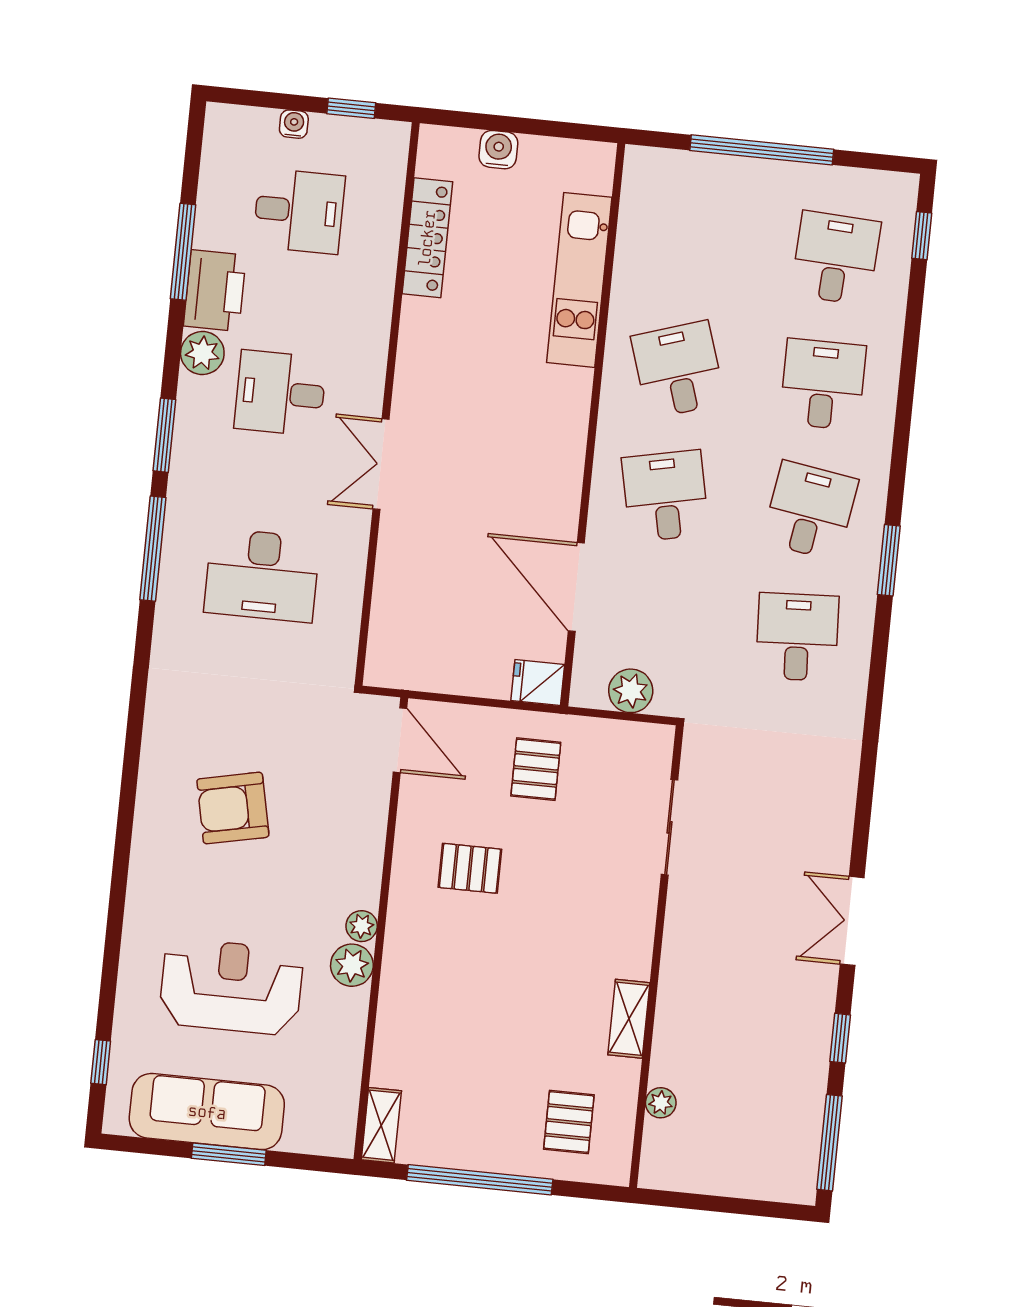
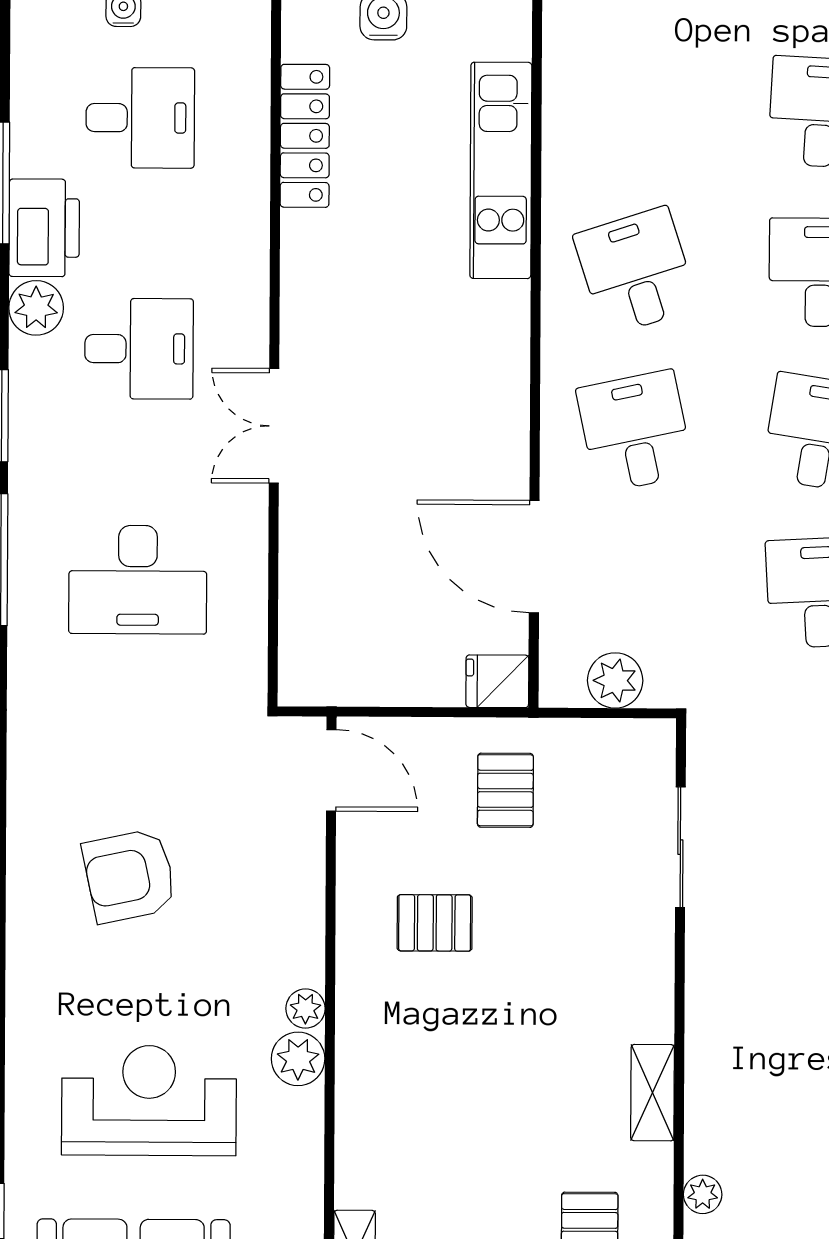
desk: (280, 393) -> (139, 349), turned 180

